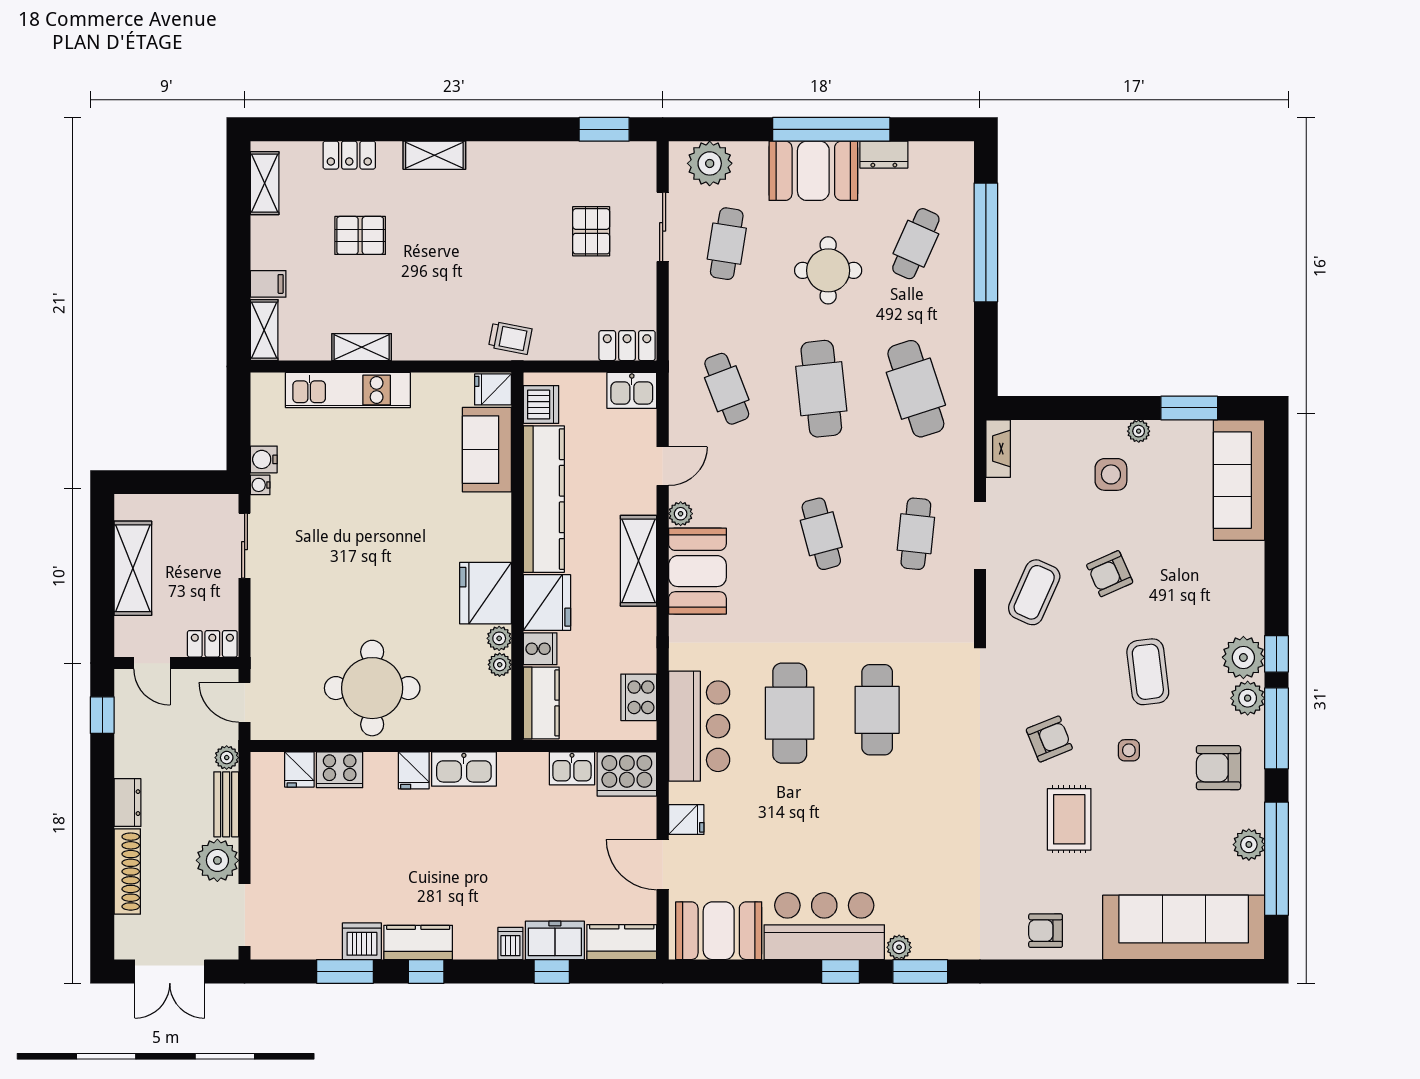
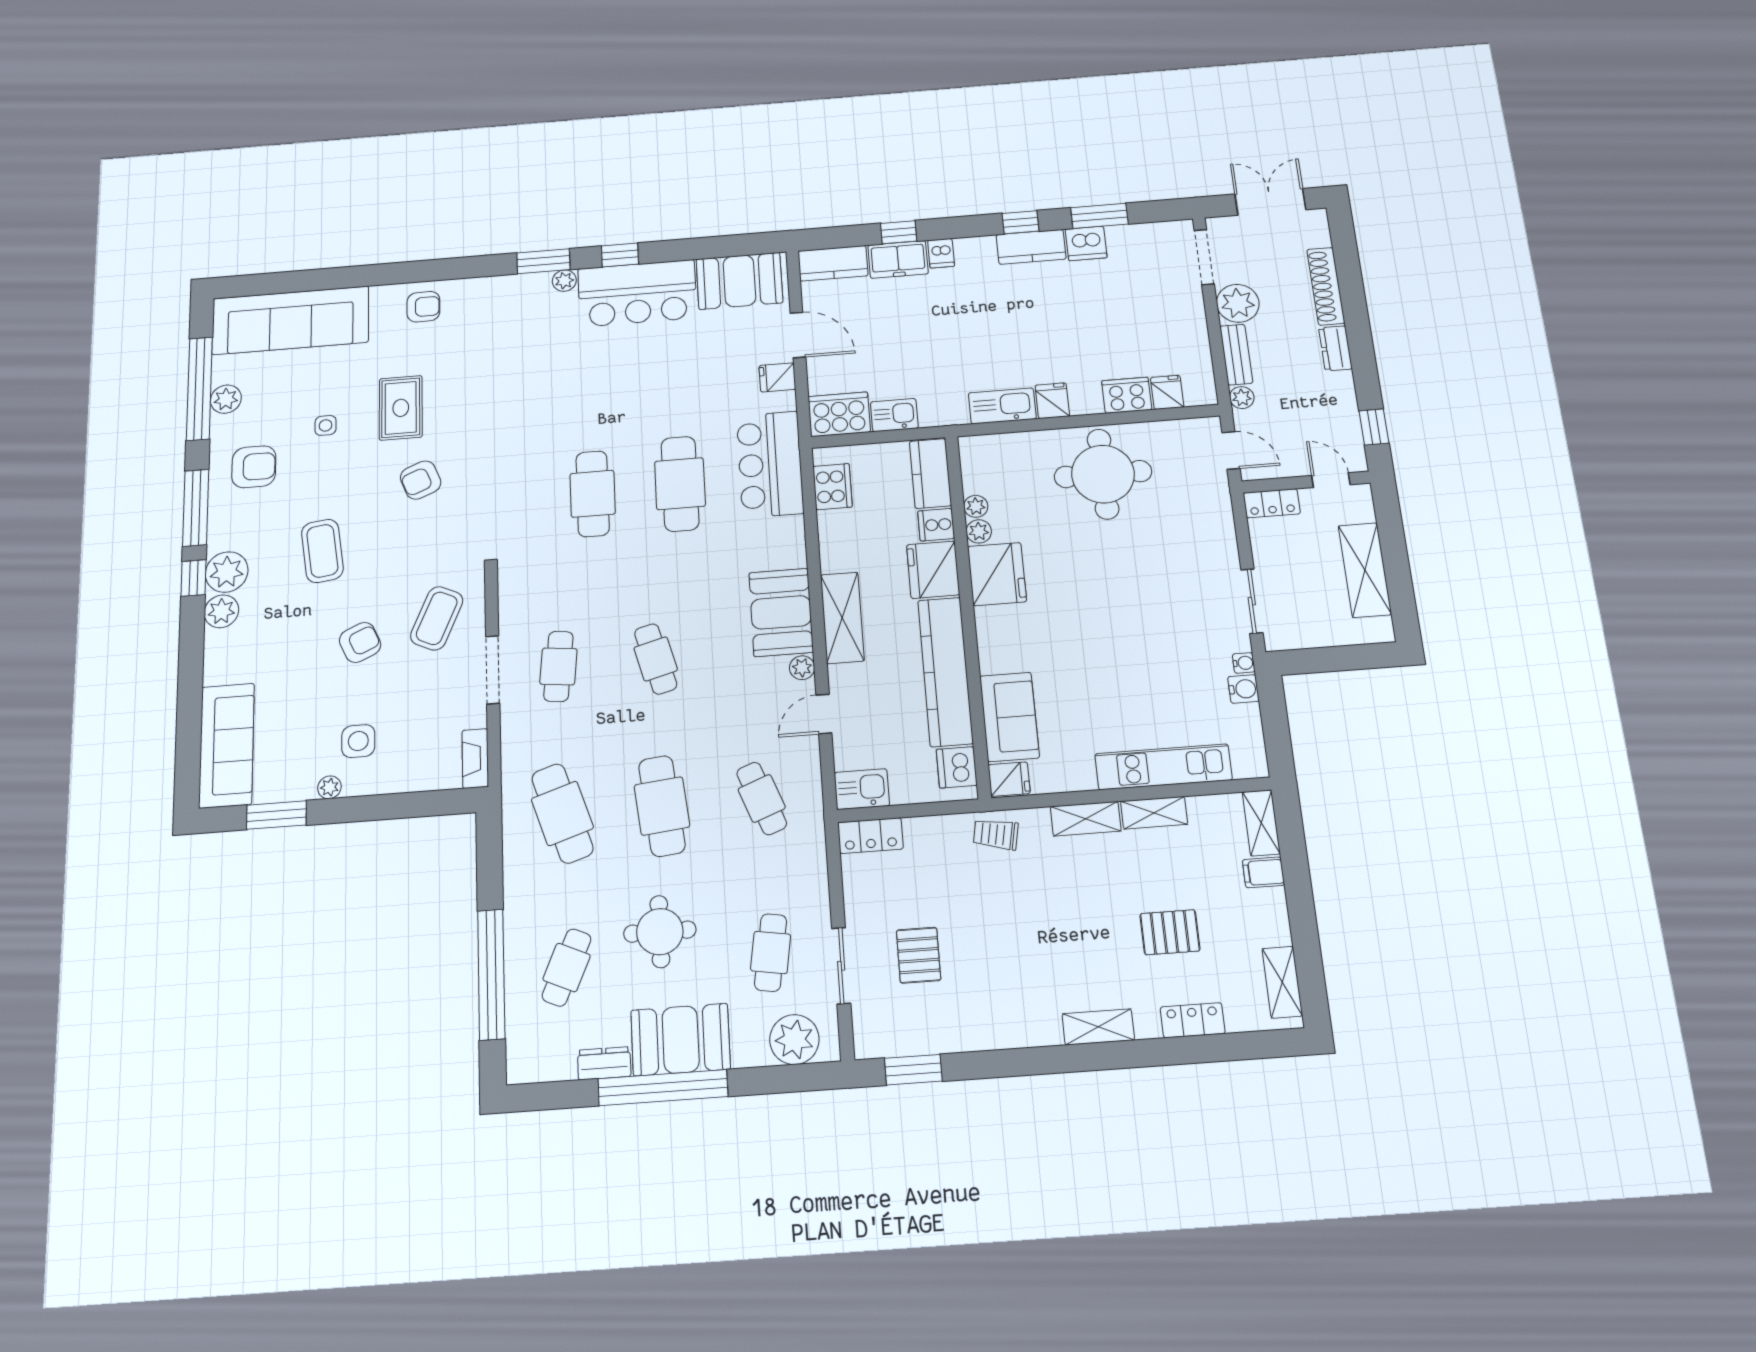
shelving: (426, 346) -> (1086, 819), added
plant: (1248, 698) -> (221, 611), moved
side table: (1129, 750) -> (326, 425), moved

